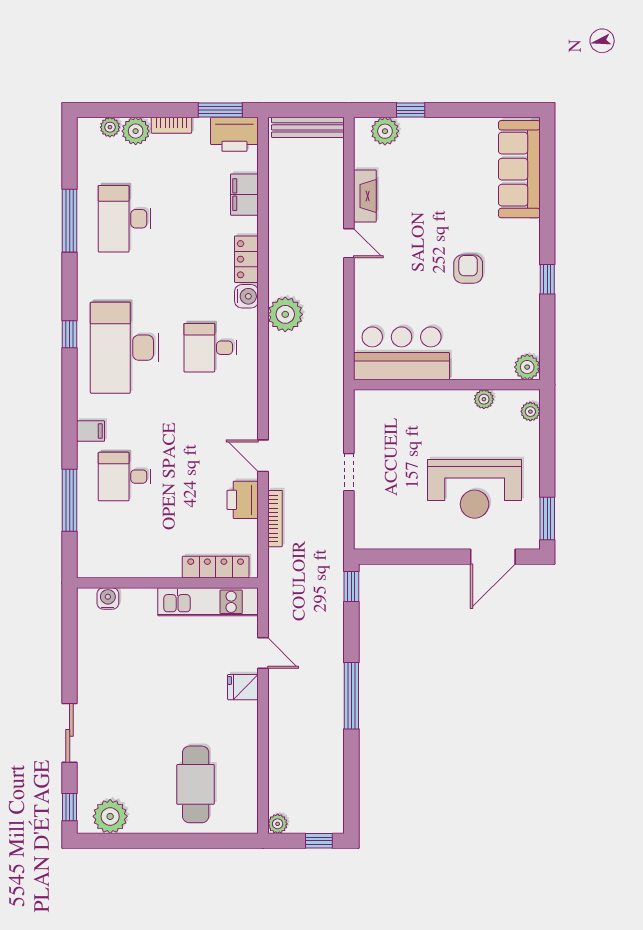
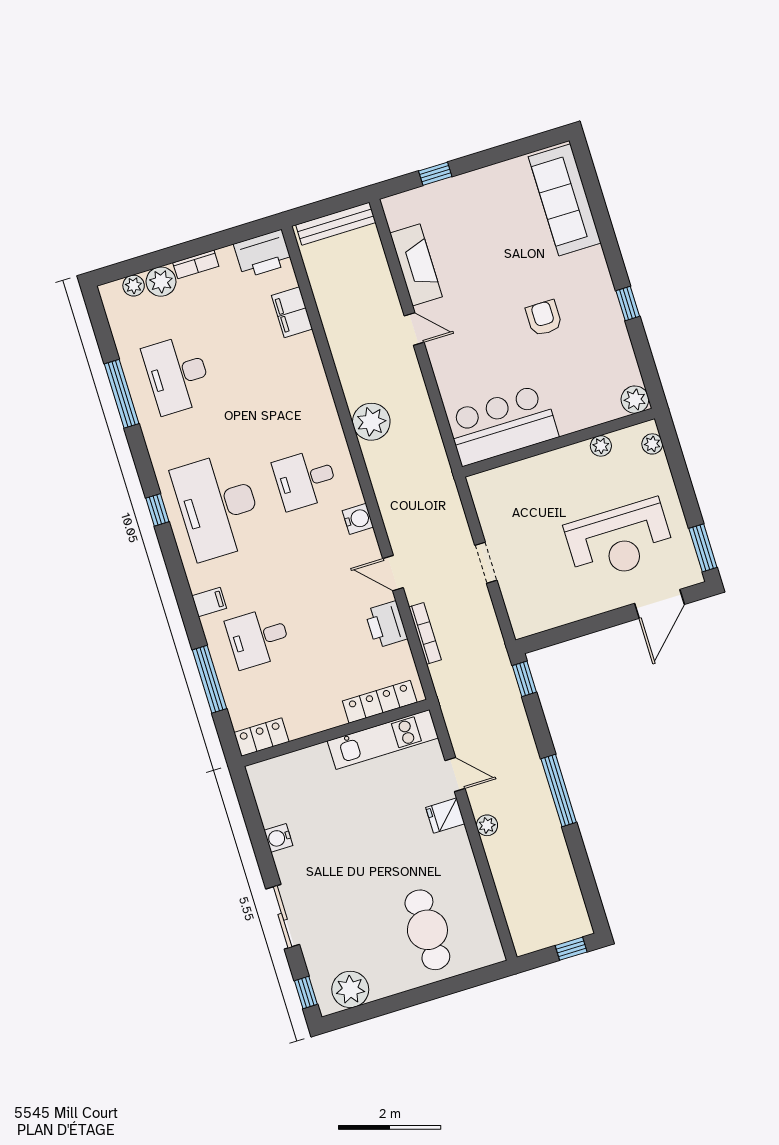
window: (220, 110) -> (241, 234), removed
plant: (385, 131) -> (416, 203), removed
fireplace: (365, 196) -> (416, 265), width x1.37, depth x1.32
locker: (246, 259) -> (261, 737), moved, turned 90
water cooler: (246, 296) -> (358, 519), moved
water cooler: (108, 599) -> (278, 838), moved, turned -90
plant: (278, 824) -> (487, 825), moved

